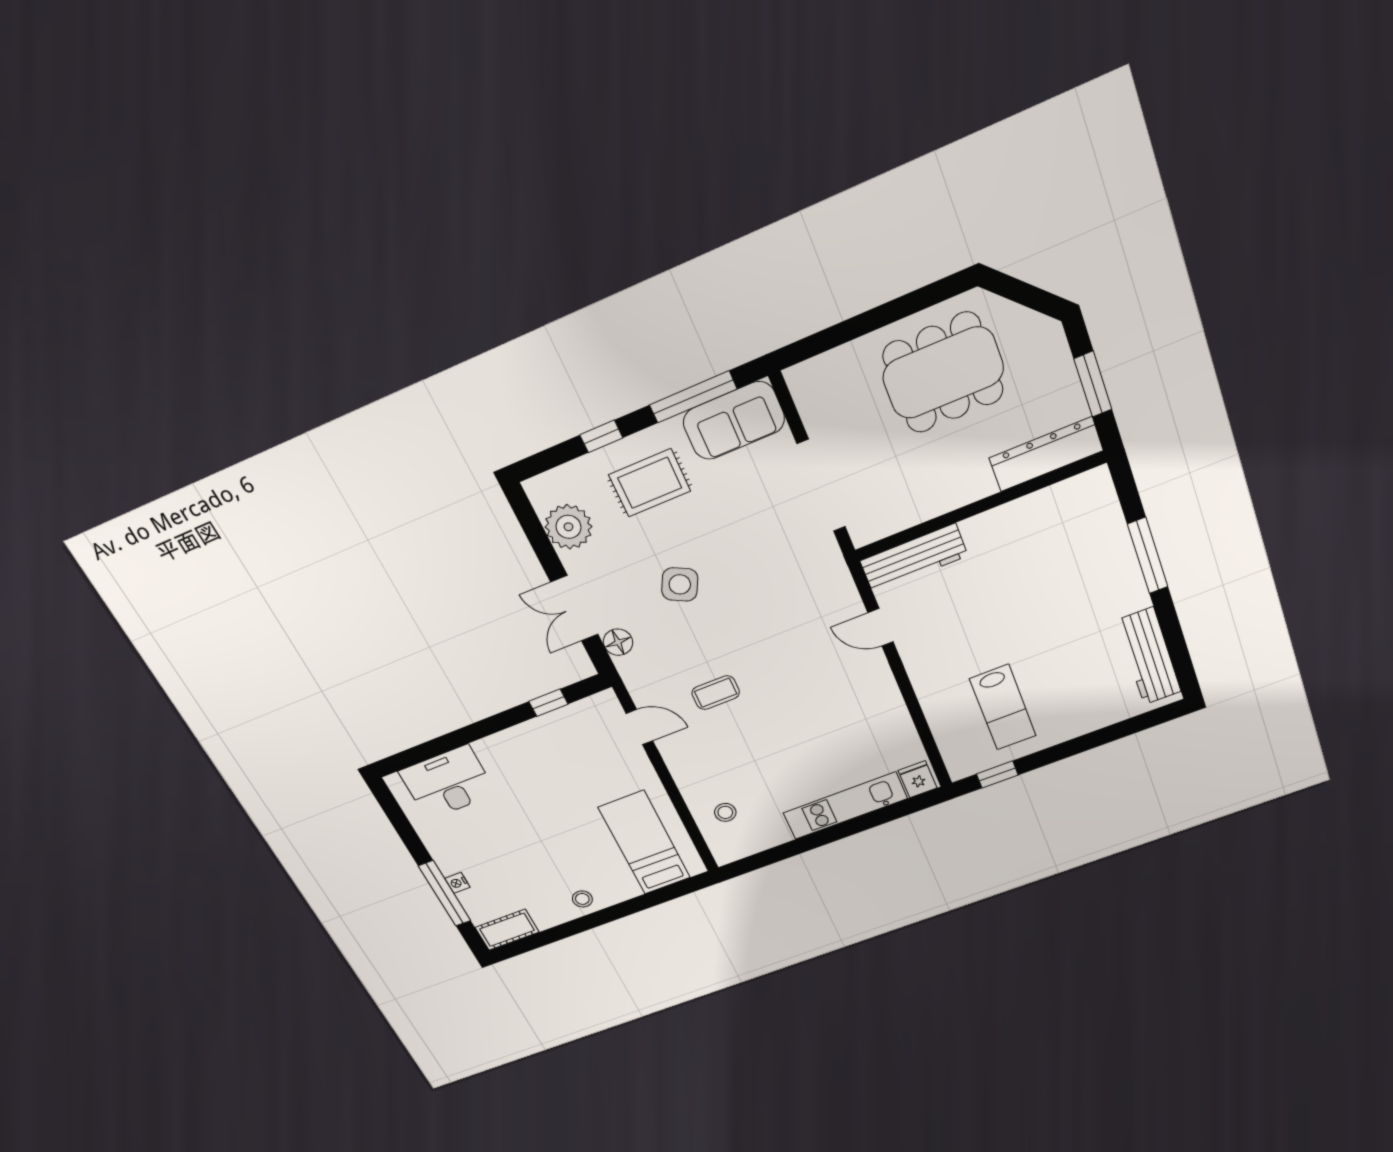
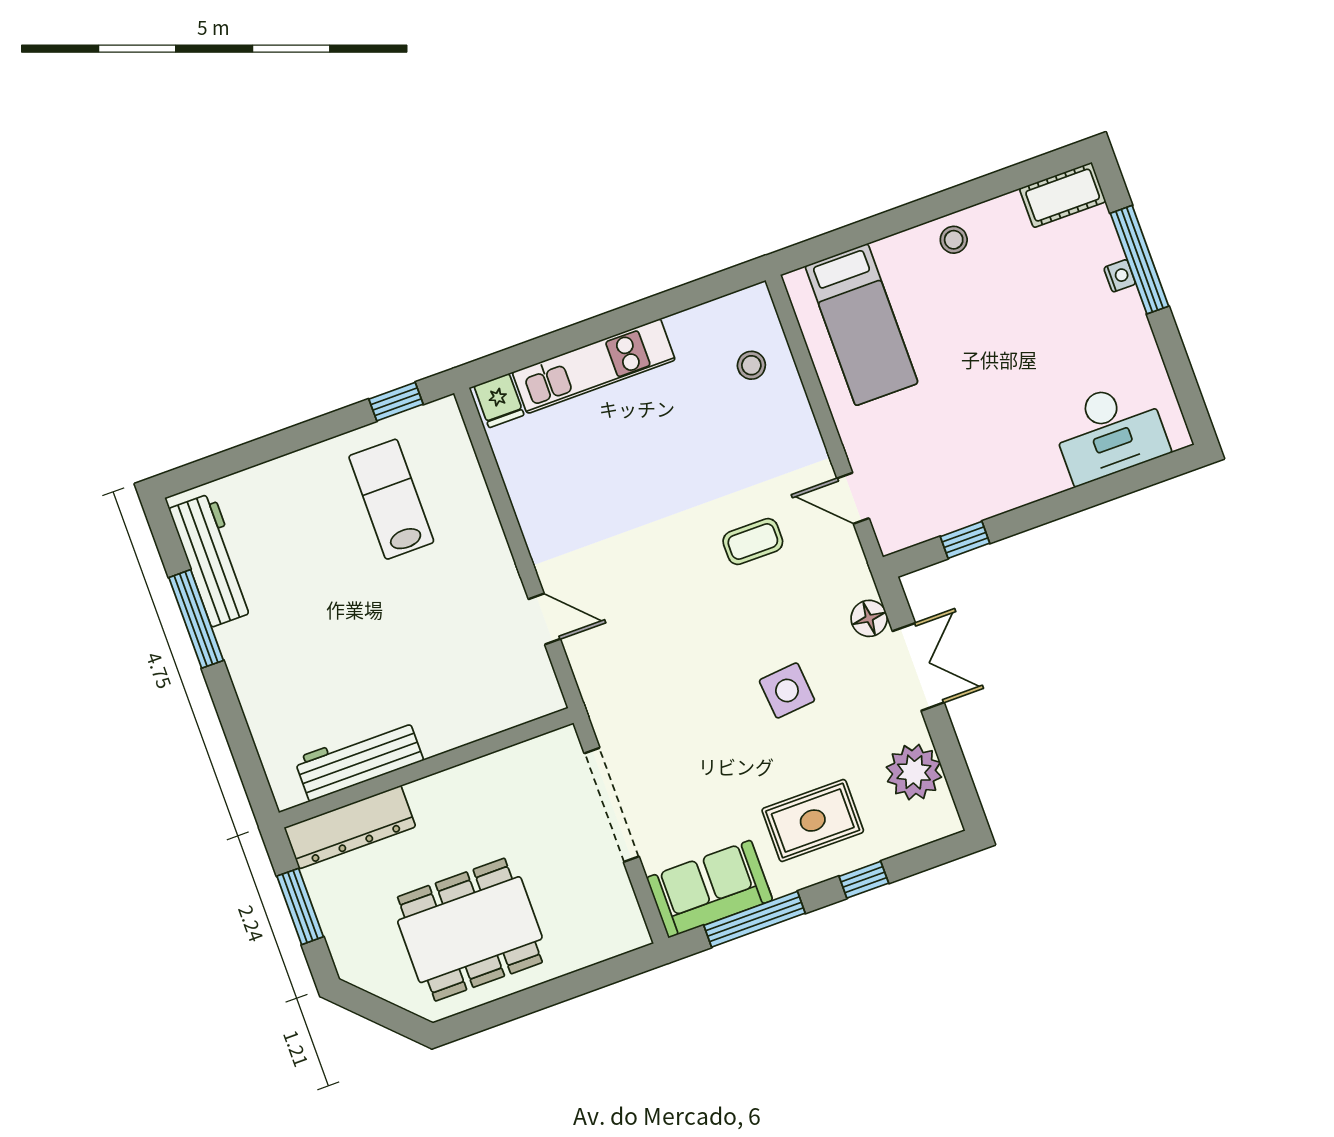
window: (1148, 556) -> (196, 619), moved
workbench: (914, 558) -> (359, 760), moved
side table: (680, 584) -> (787, 690), turned -32

